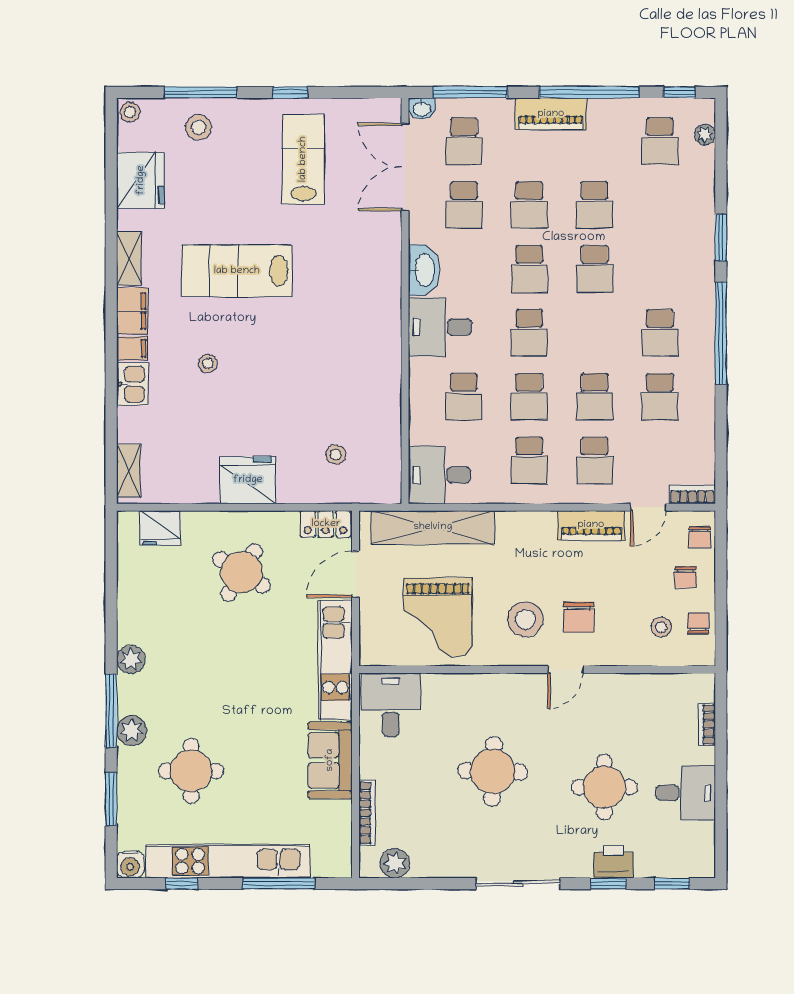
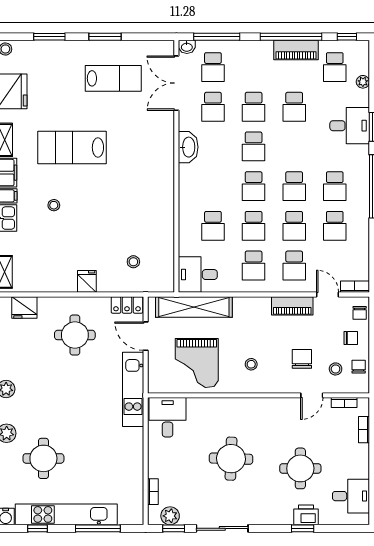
window: (201, 92) -> (49, 37), width x0.69
window: (290, 92) -> (105, 37), width x1.50
piano: (551, 114) -> (296, 50), moved
stool: (199, 127) -> (48, 58), removed
plant: (705, 135) -> (363, 82), moved
lab bench: (303, 159) -> (113, 78), turned 90
school desk: (595, 269) -> (294, 186), moved
desk: (440, 327) -> (350, 126), moved, turned 180
fridge: (248, 480) -> (87, 281), width x0.53, depth x0.75
door: (648, 507) -> (328, 295), swing flipped
round table: (242, 572) -> (75, 335), turned -32
door: (356, 574) -> (146, 336), hinge flipped
chair: (686, 577) -> (351, 338), turned -90
chair: (579, 617) -> (302, 359), moved, turned 180
stool: (525, 619) -> (251, 364), width x0.53, depth x0.53
door: (566, 670) -> (312, 395), moved
bookcase: (675, 681) -> (344, 403), added
sofa: (330, 760) -> (130, 452), removed
desk: (686, 793) -> (351, 496), moved
bookcase: (367, 813) -> (153, 492), width x0.64
sliding door: (518, 884) -> (222, 528), moved
window: (672, 884) -> (174, 528), moved

